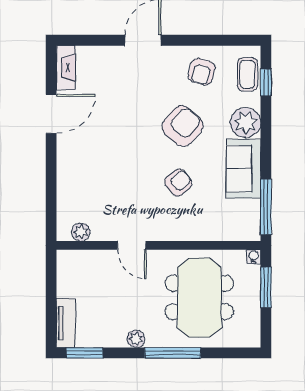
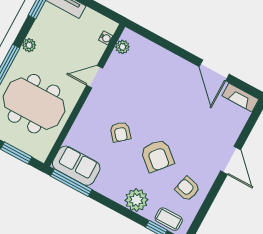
sofa: (244, 169) -> (76, 166), moved
water cooler: (254, 257) -> (106, 38), moved

